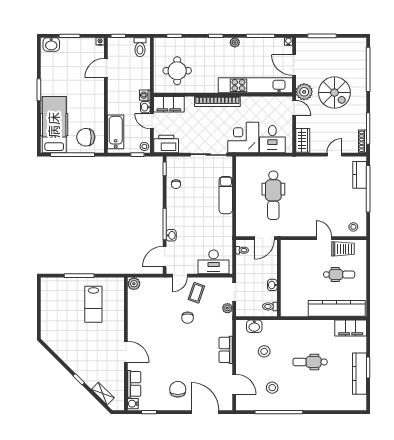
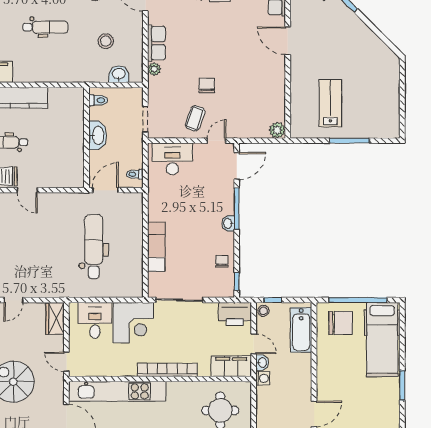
plant: (304, 92) -> (53, 383), removed
washbasin: (171, 235) -> (228, 223), moved
washbasin: (272, 285) -> (98, 135), width x1.91, depth x1.45
plant: (227, 308) -> (154, 69), moved

